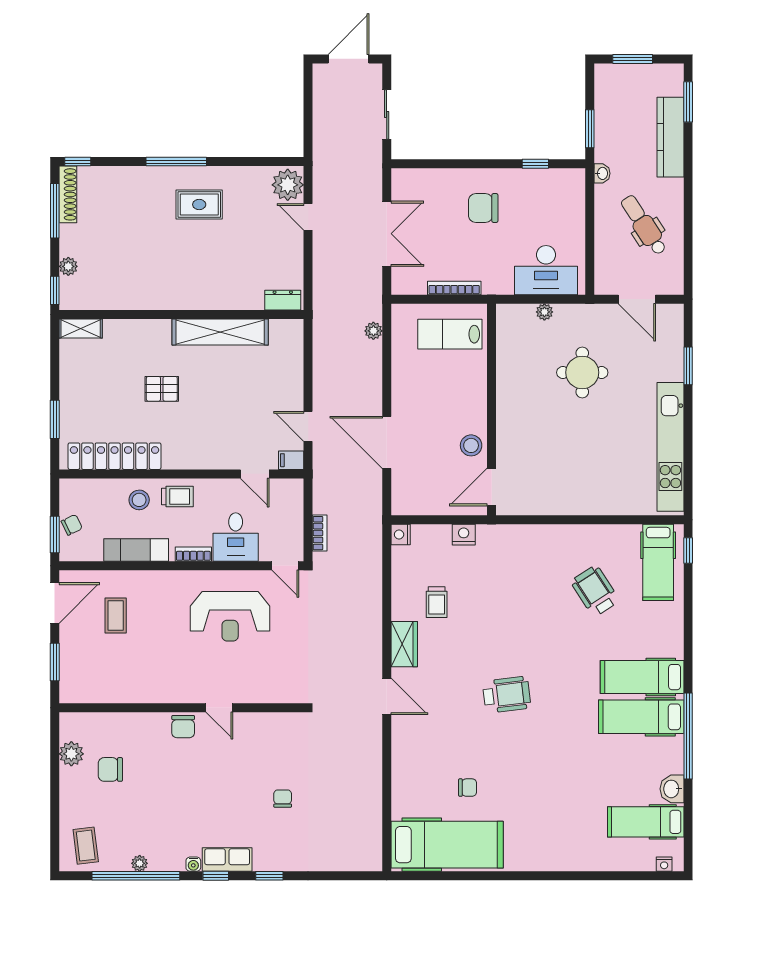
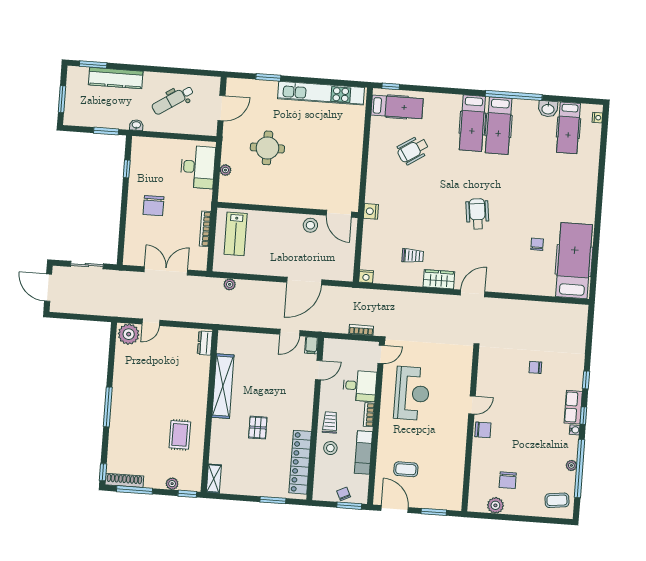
rug: (199, 205) -> (180, 435), moved
nightstand: (464, 535) -> (371, 211), moved

